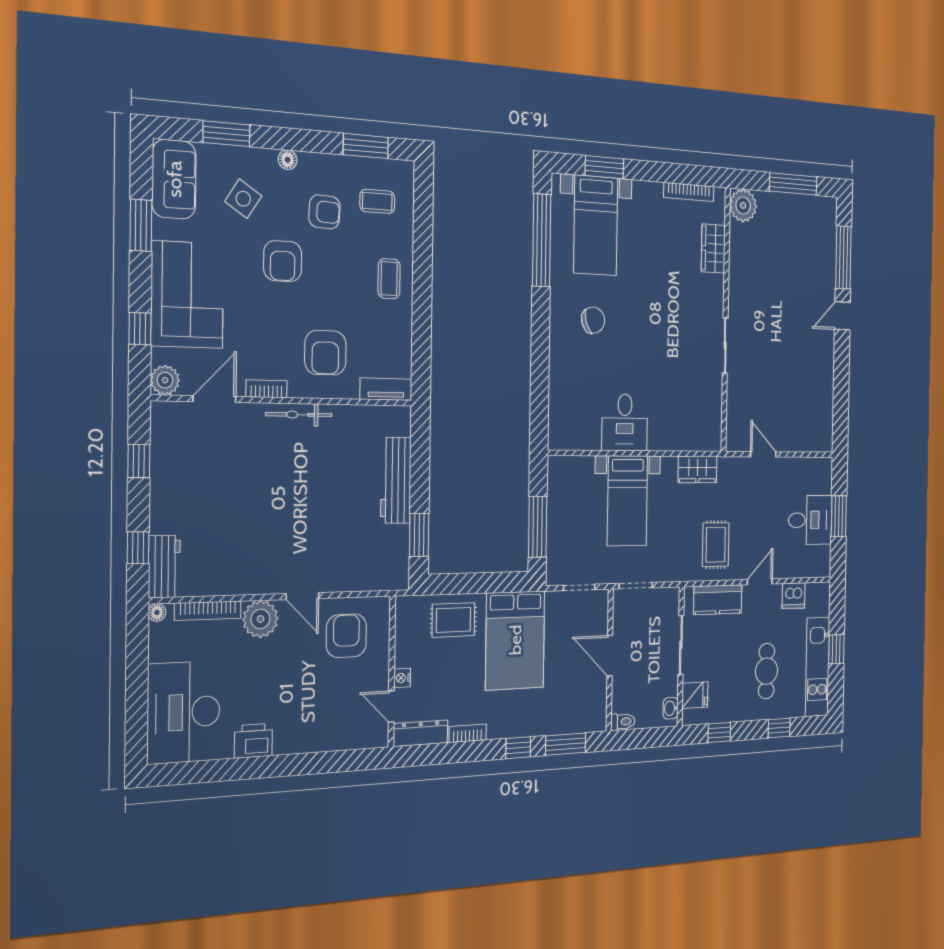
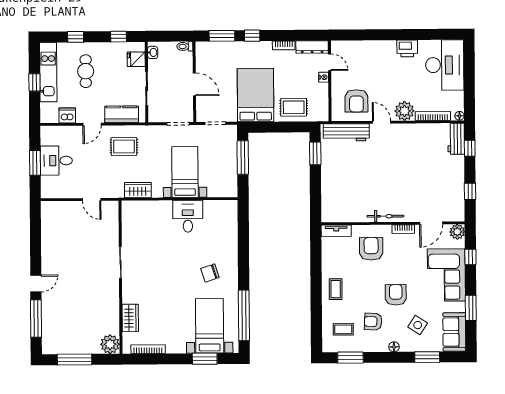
workbench: (396, 480) -> (346, 132), moved, turned 90
rug: (716, 545) -> (124, 146), turned 90

